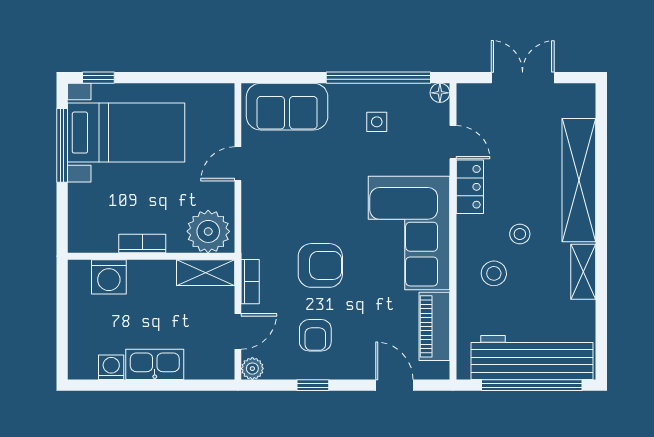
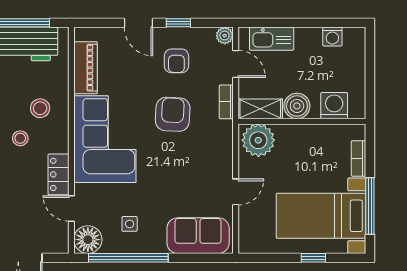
window: (98, 78) -> (313, 258), moved
floor lamp: (440, 93) -> (88, 240), width x1.89, depth x1.89
bookcase: (142, 244) -> (359, 158), moved, turned 90
armchair: (320, 265) -> (173, 114), turned 93
boiler: (158, 276) -> (297, 106), added
door: (238, 331) -> (236, 64), swing flipped
armchair: (315, 335) -> (176, 61), turned 180
kitchen sink: (155, 364) -> (272, 39), moved
door: (394, 385) -> (138, 23), moved

